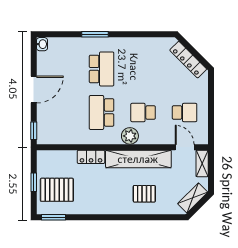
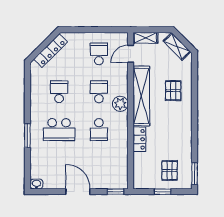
school desk: (102, 69) -> (59, 130), turned 180
school desk: (143, 69) -> (59, 92), added
school desk: (102, 112) -> (99, 130), width x0.54
school desk: (143, 112) -> (99, 92), turned 180
pallet: (57, 190) -> (170, 170), width x0.67, depth x0.71

